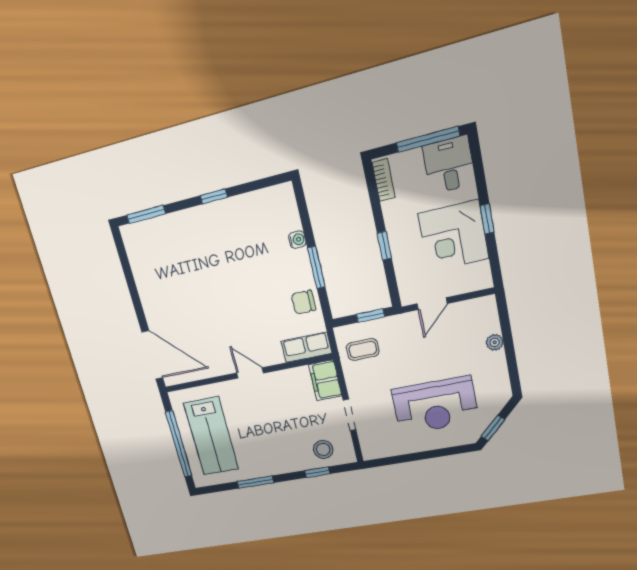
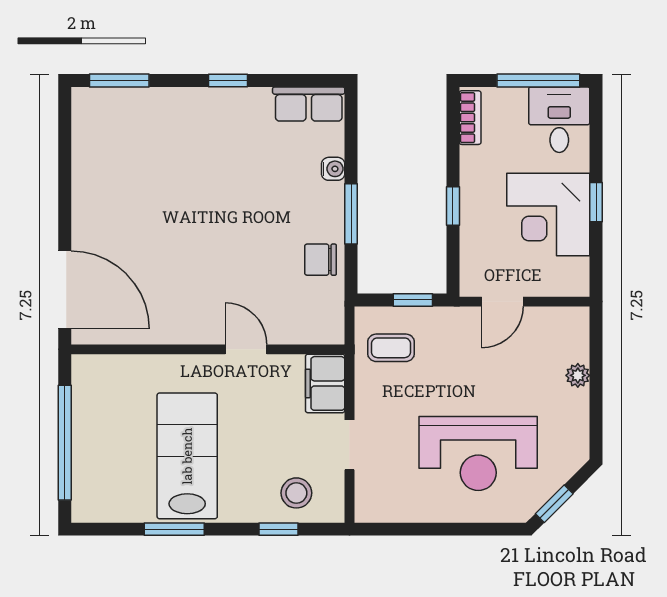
row of seats: (306, 347) -> (309, 104), moved, turned 180
door: (250, 373) -> (246, 349), moved
lab bench: (211, 436) -> (187, 456), moved, turned 180

